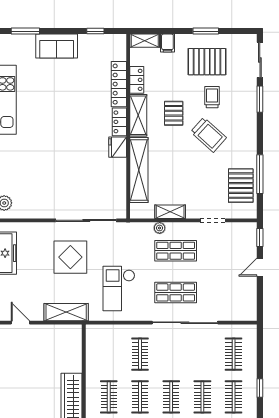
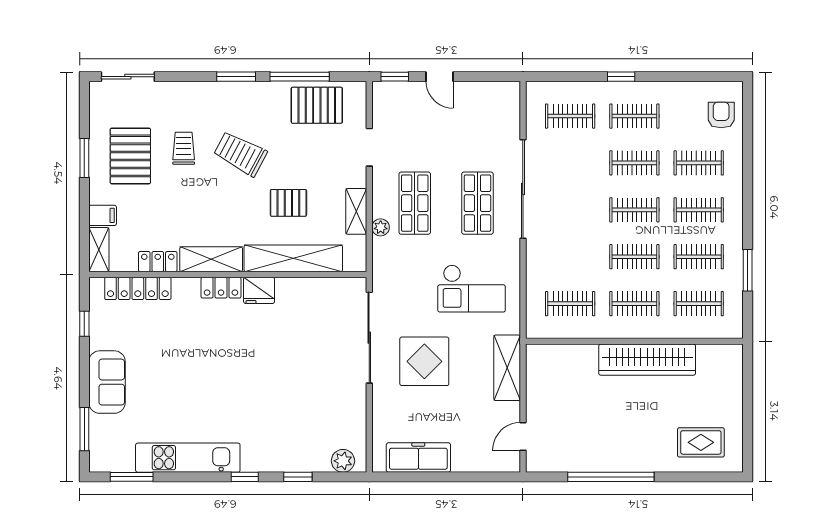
locker: (119, 84) -> (138, 288), moved
trolley: (212, 97) -> (184, 148), turned 90
window: (260, 99) -> (236, 77), moved
pallet: (174, 113) -> (288, 203), moved
trolley: (209, 135) -> (240, 154), turned -104
clothes rail: (140, 354) -> (570, 304), moved

